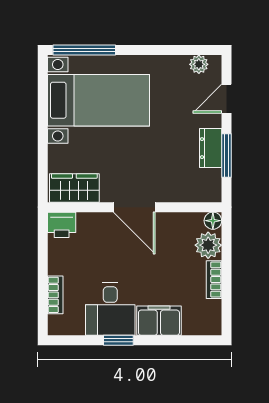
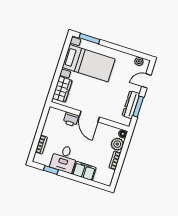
window: (84, 50) -> (89, 39), width x0.69
dresser: (211, 148) -> (131, 105), width x1.44
wardrobe: (74, 188) -> (62, 89), moved, turned 90
printer: (62, 225) -> (71, 119), moved
window: (118, 340) -> (51, 170), moved

